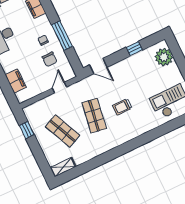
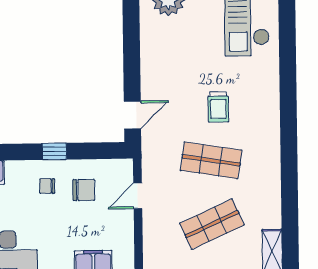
window: (62, 36) -> (54, 151), width x0.46
window: (134, 49) -> (131, 42), removed
door: (59, 87) -> (138, 196), hinge flipped

